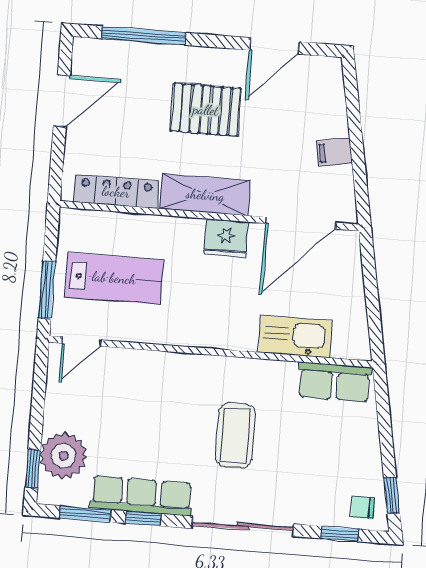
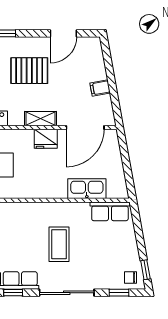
shelving: (205, 195) -> (40, 119), width x0.67, depth x0.75

